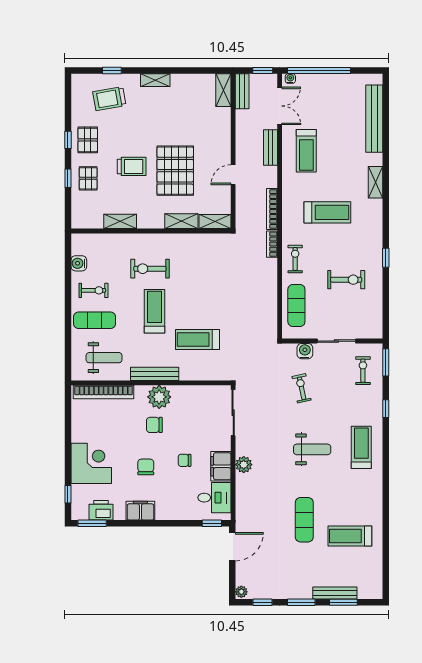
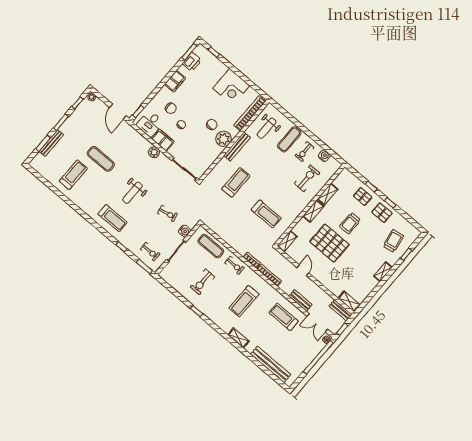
shelving: (181, 221) -> (313, 211), moved
exercise bike: (150, 269) -> (307, 178), moved
treadmill: (154, 311) -> (266, 214), moved
corner desk: (91, 463) -> (231, 87), moved
chair: (146, 467) -> (171, 108), moved

